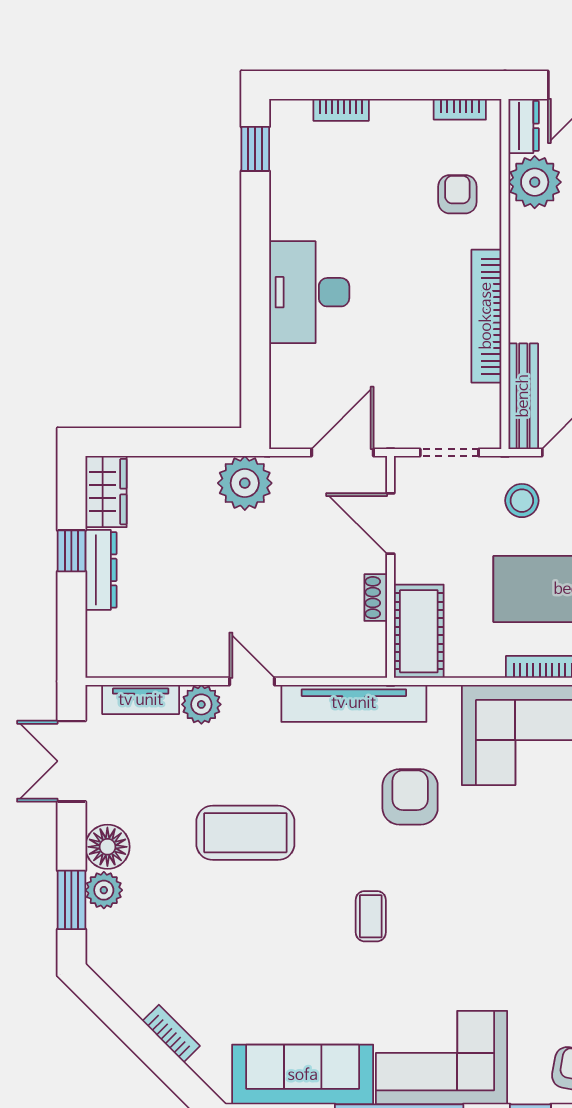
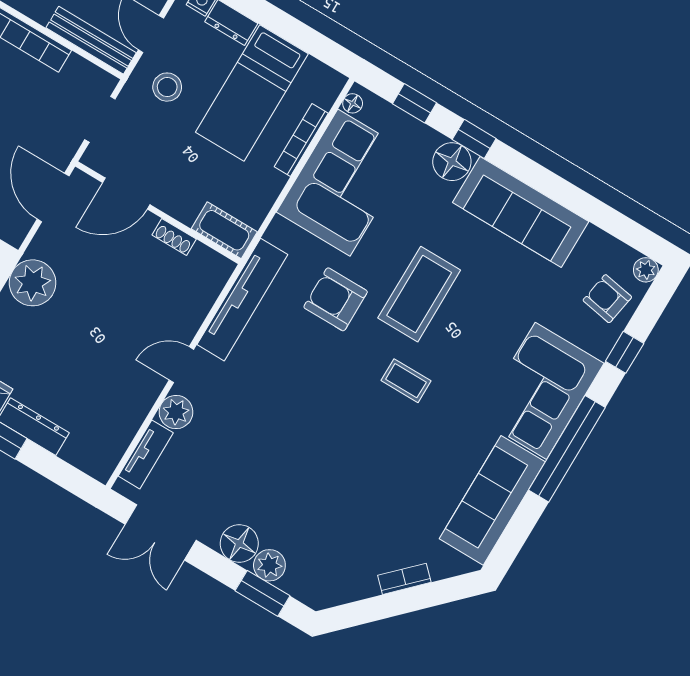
cot: (419, 631) -> (224, 230), width x0.73, depth x0.75
coffee table: (245, 833) -> (419, 294), moved

